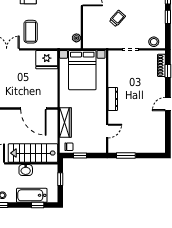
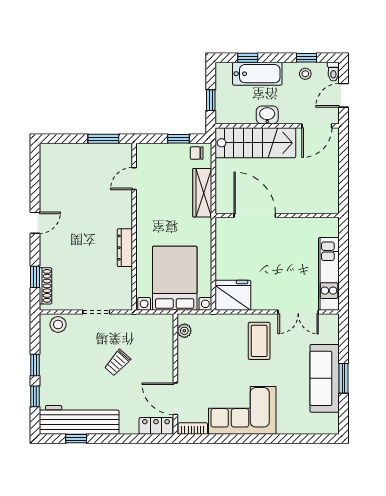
dresser: (113, 99) -> (125, 248), moved

